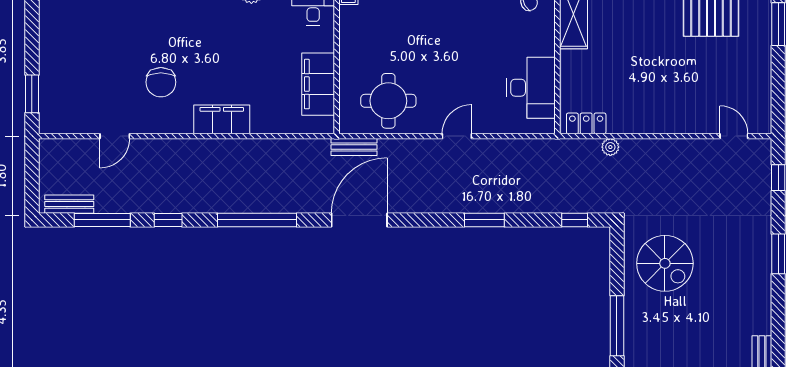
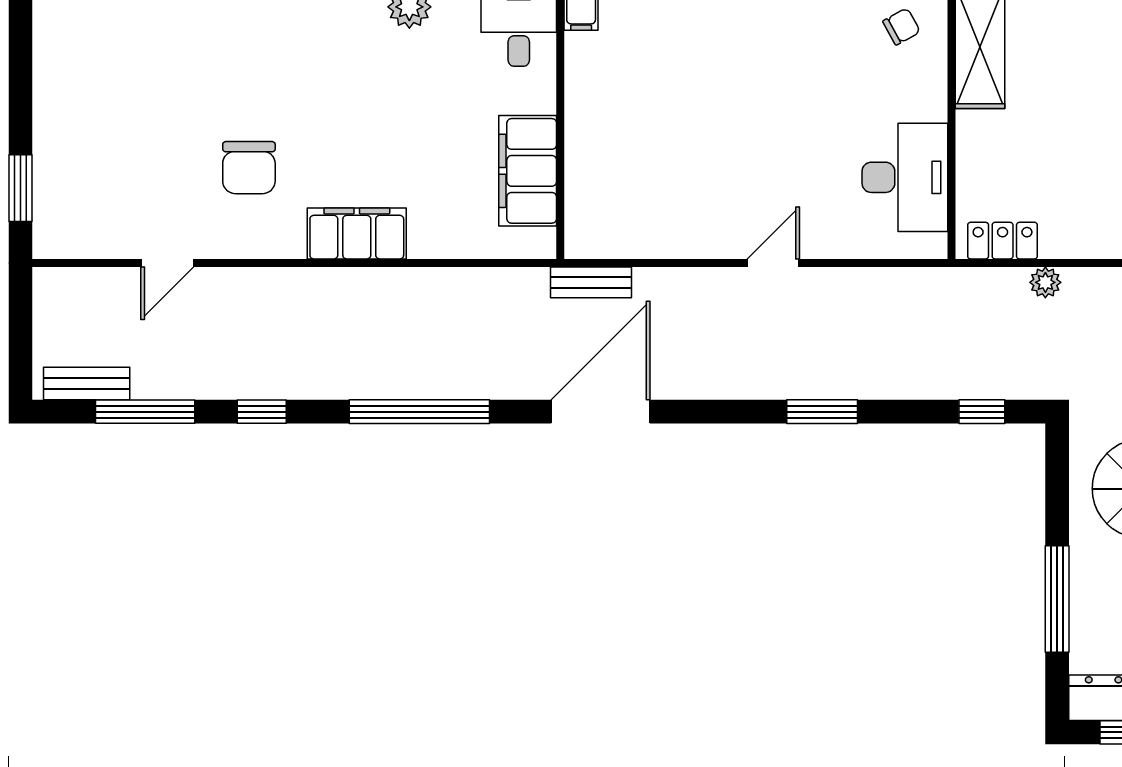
round table: (388, 101) -> (652, 201), removed

